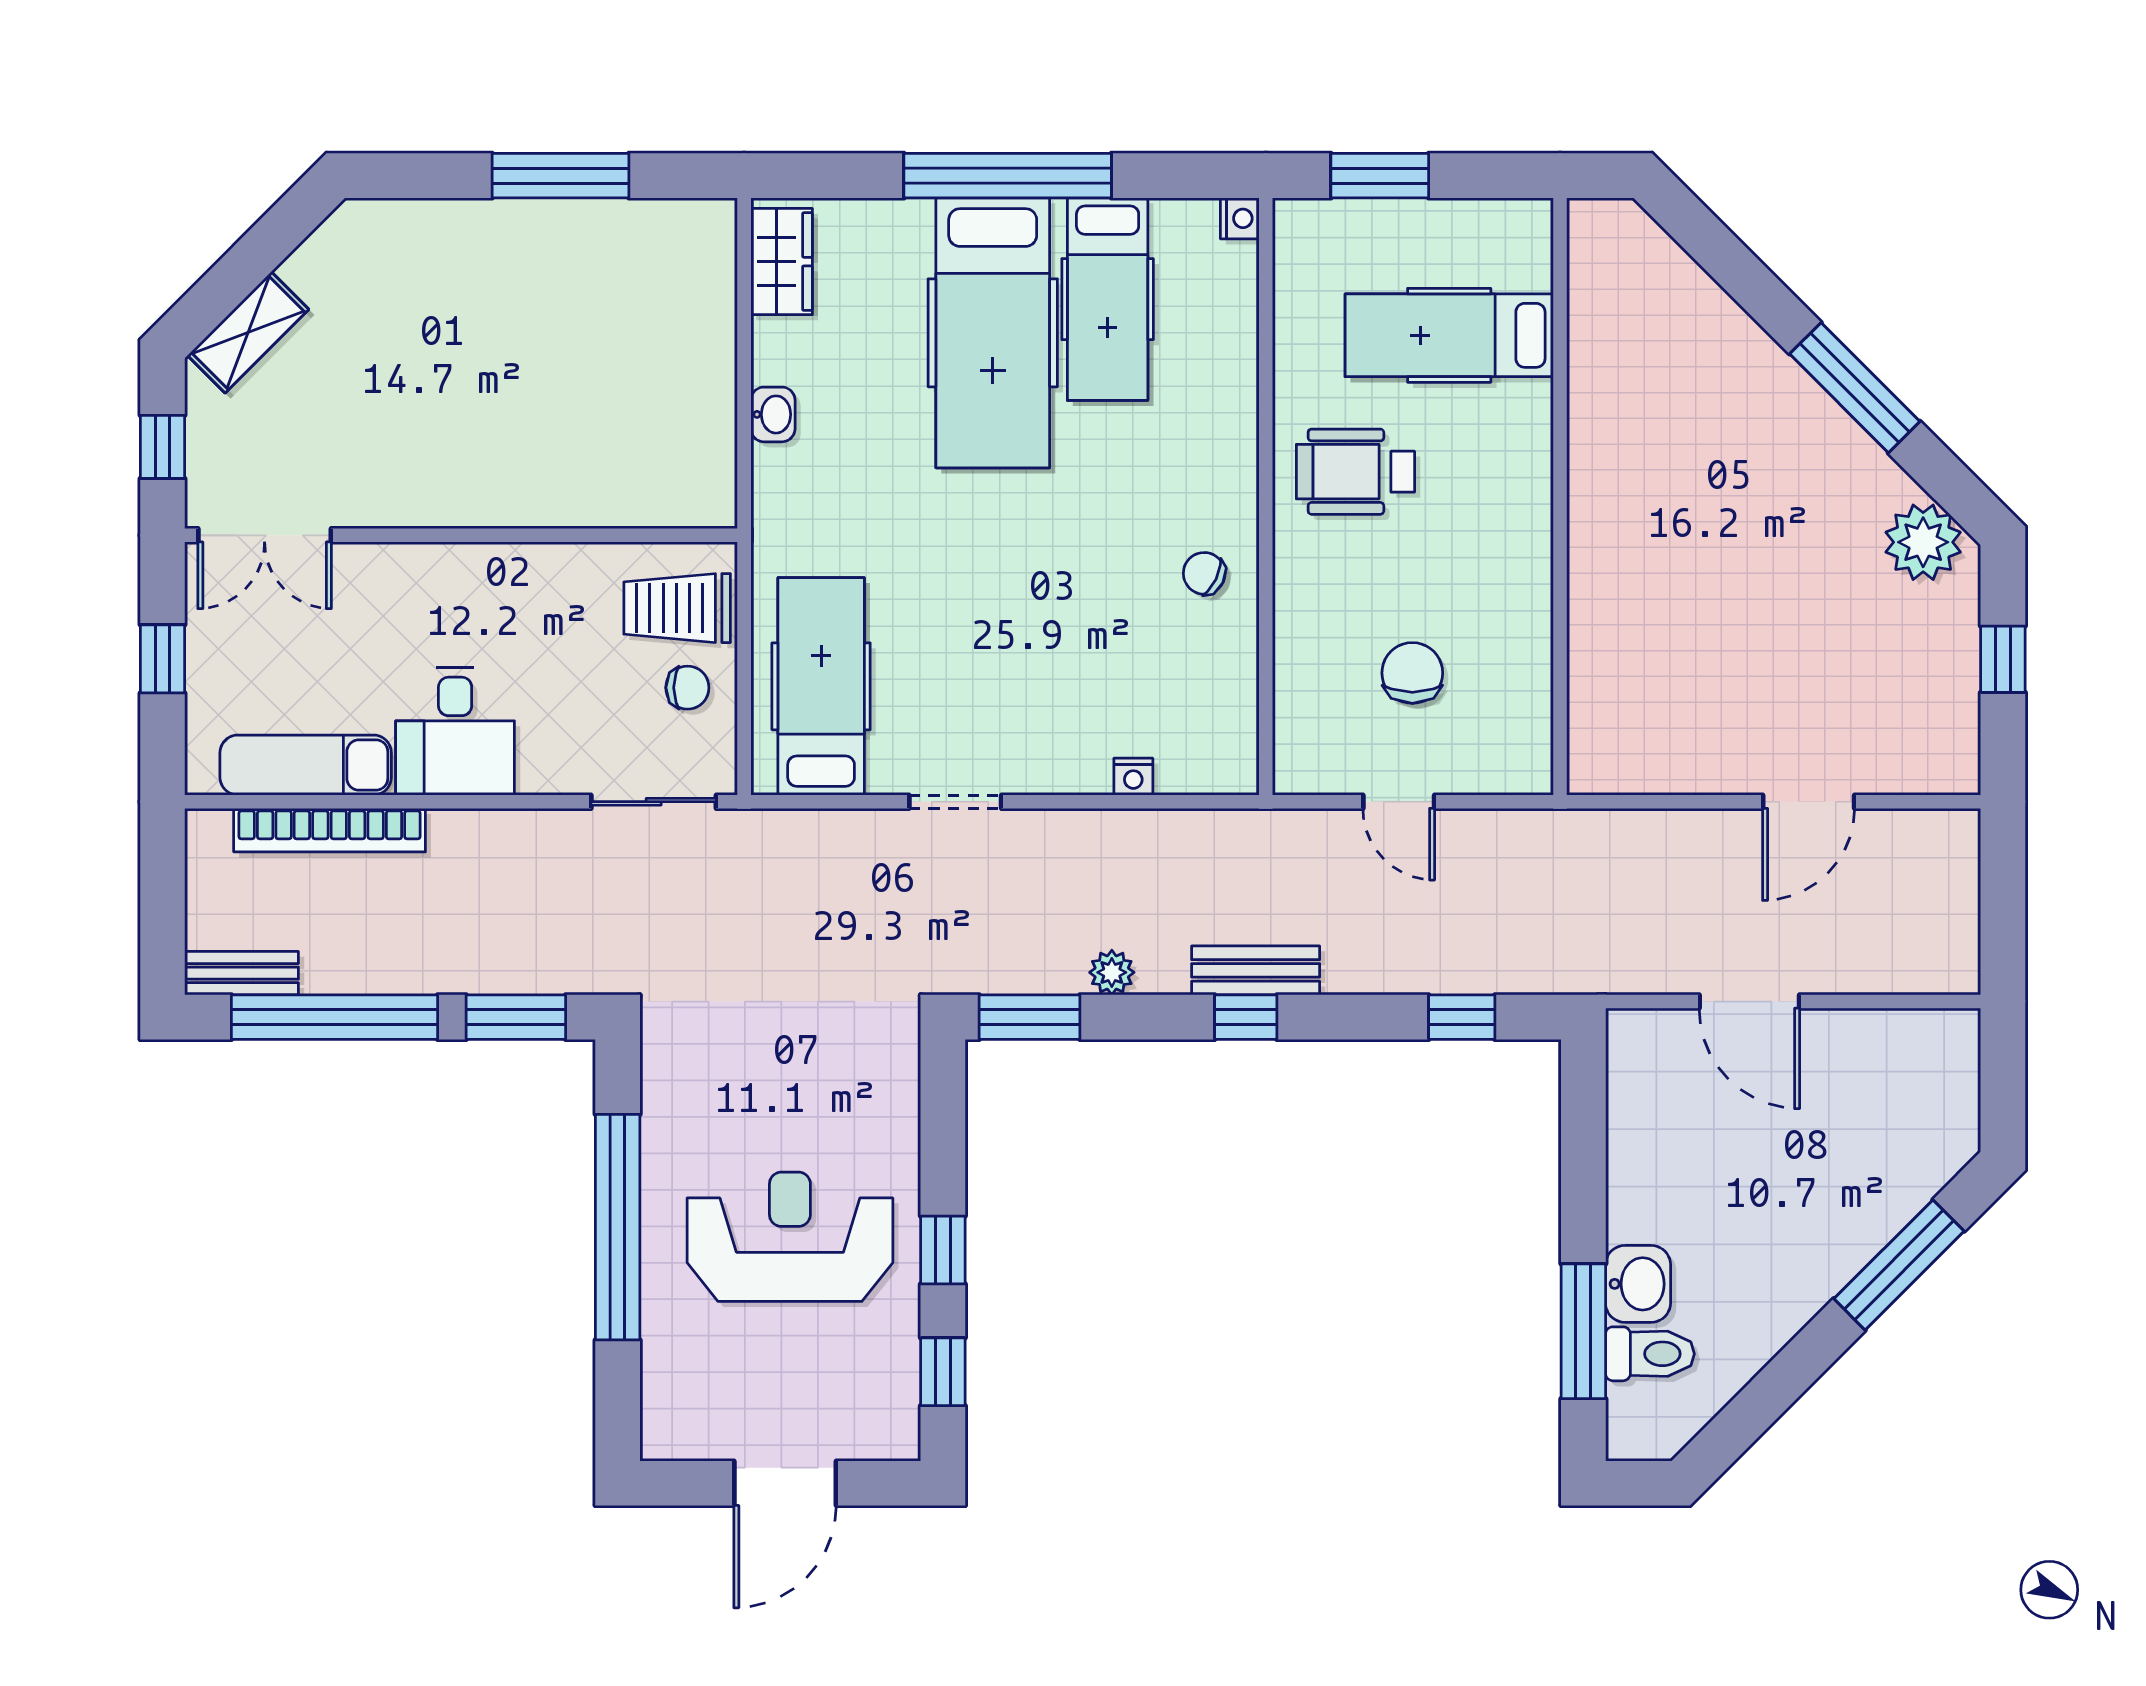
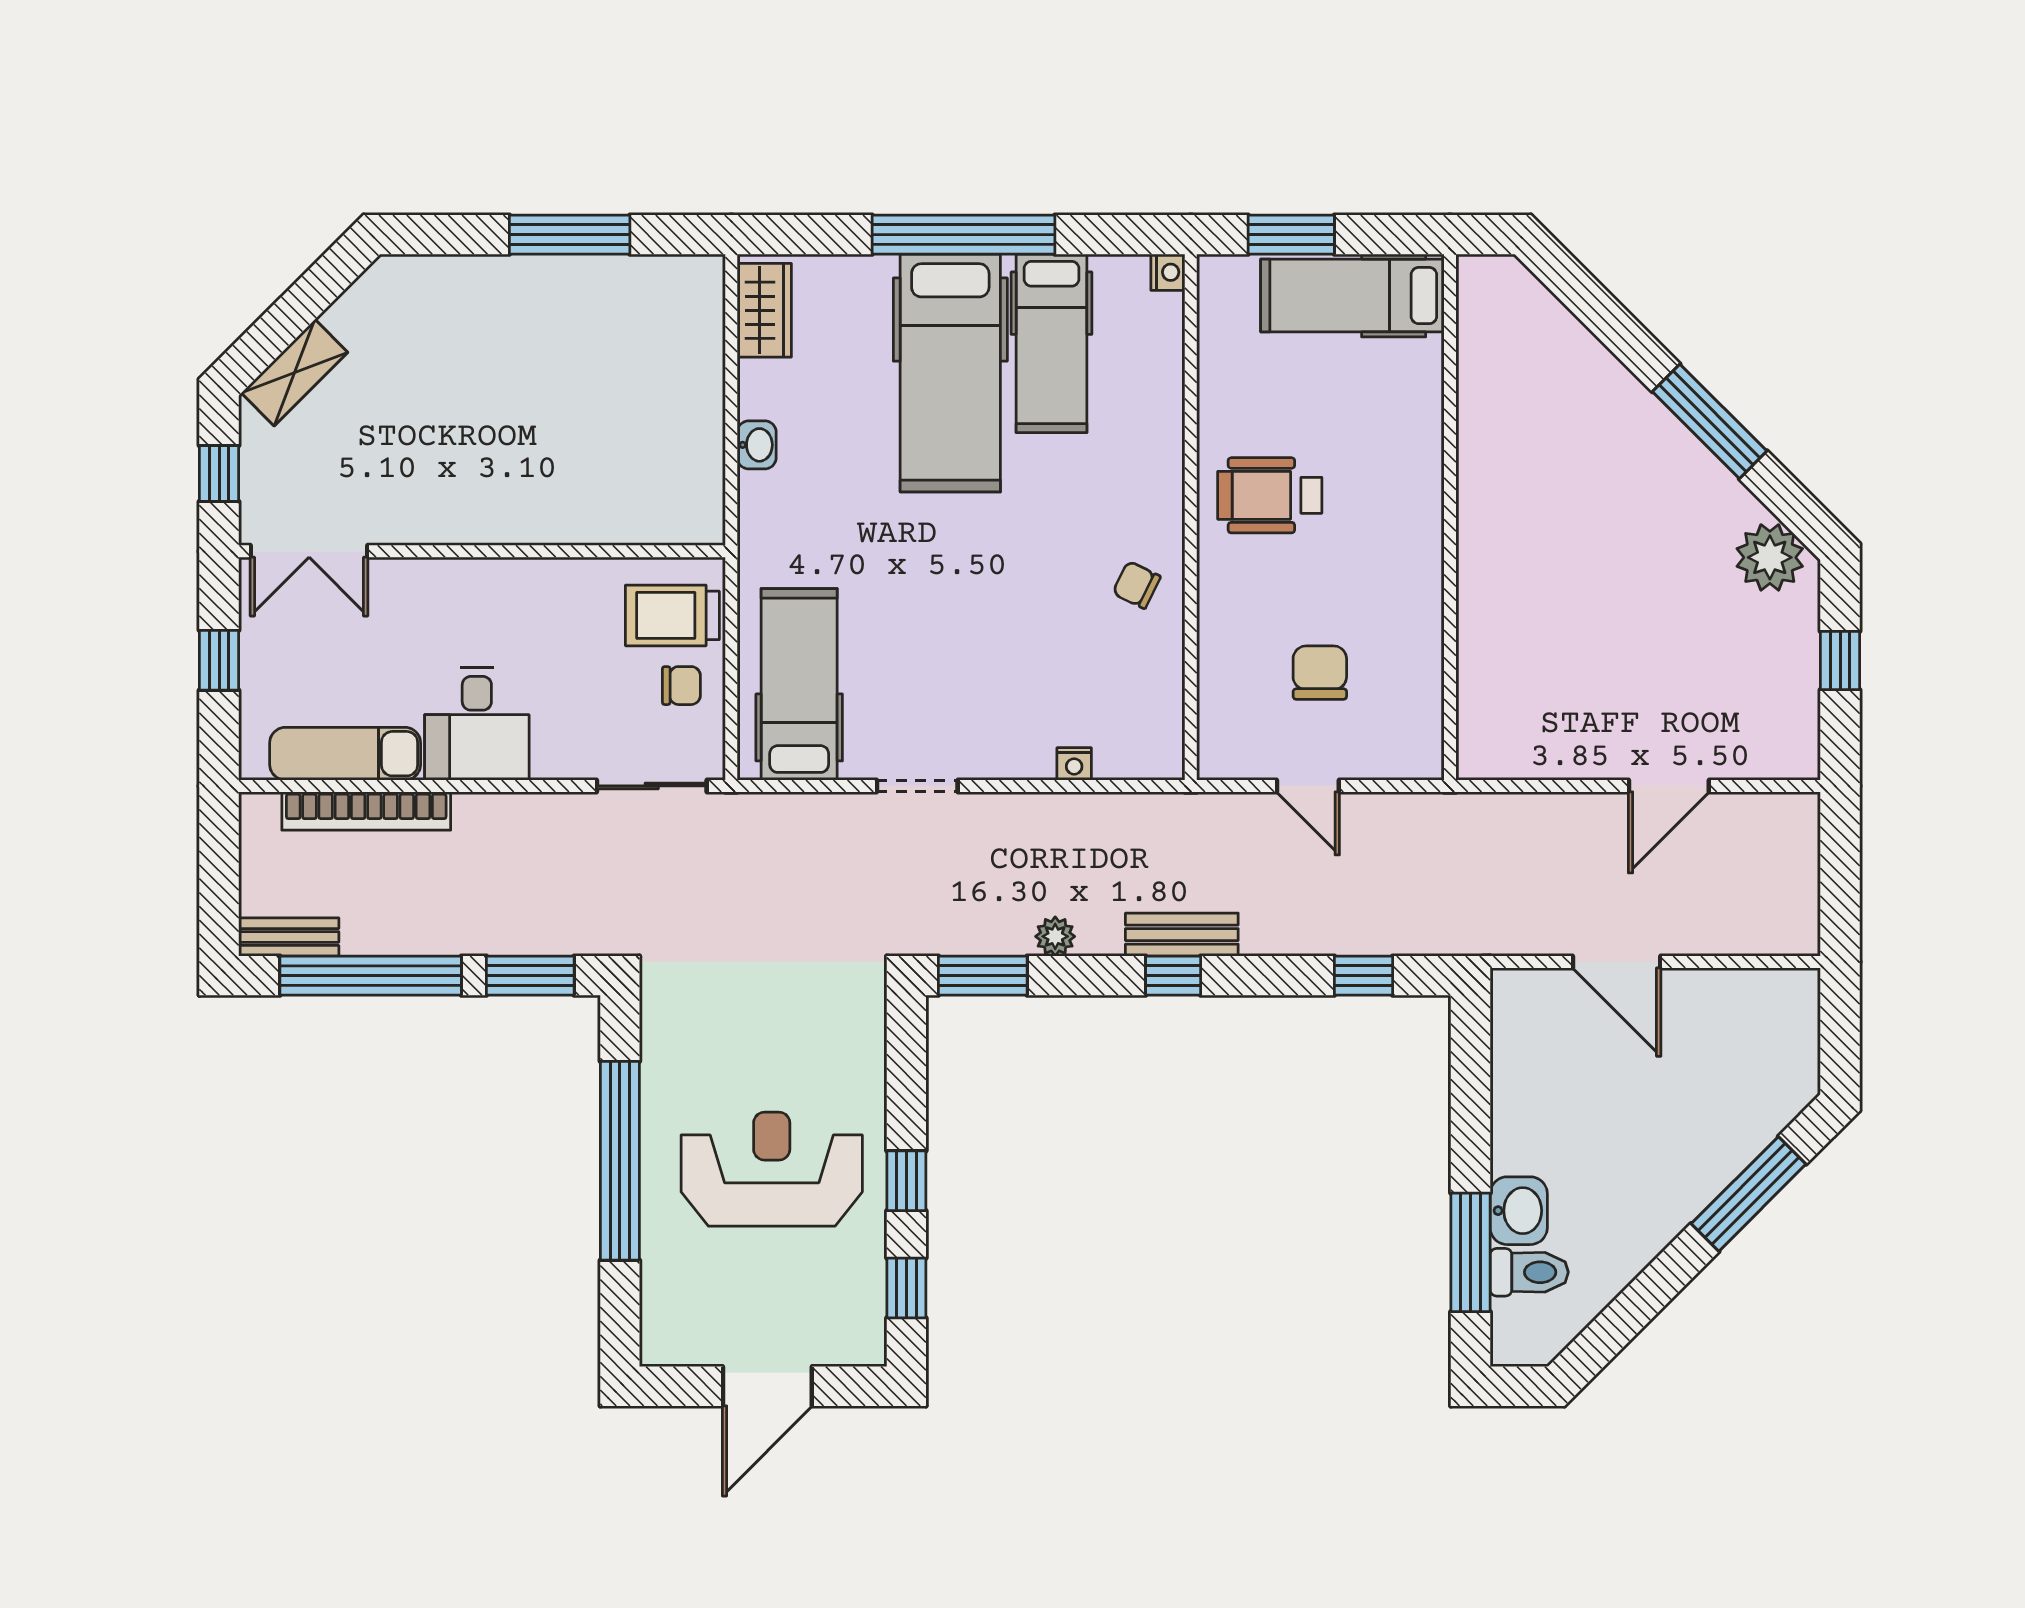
hospital bed: (1449, 335) -> (1352, 296), moved

